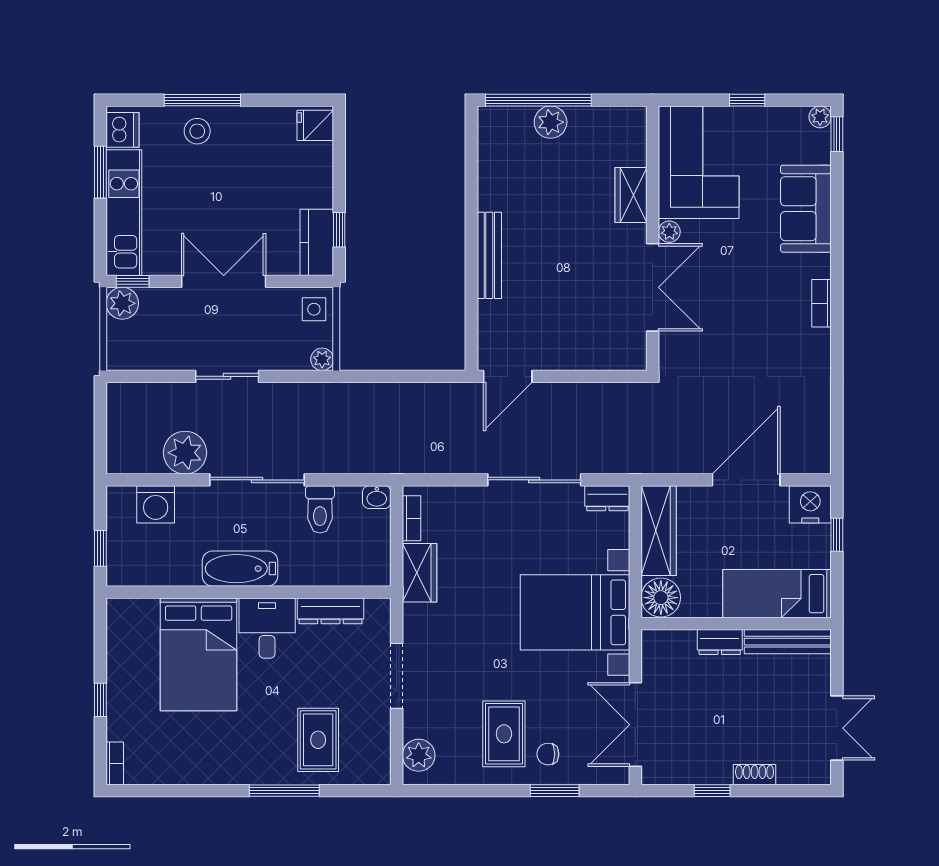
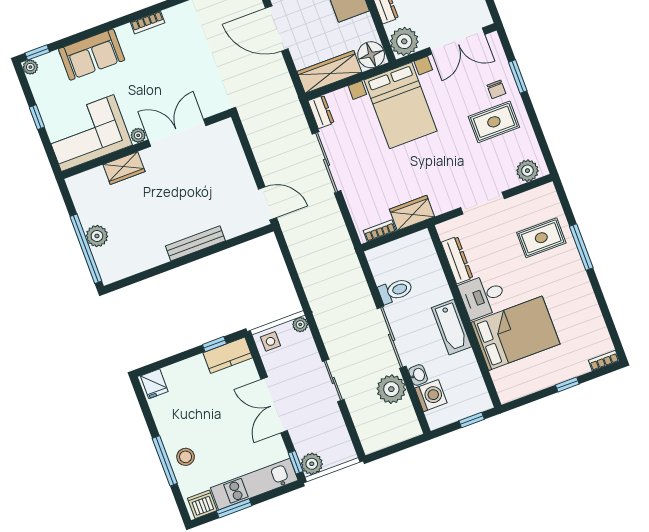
washbasin: (377, 497) -> (418, 375), moved
plant: (662, 651) -> (404, 41), added

